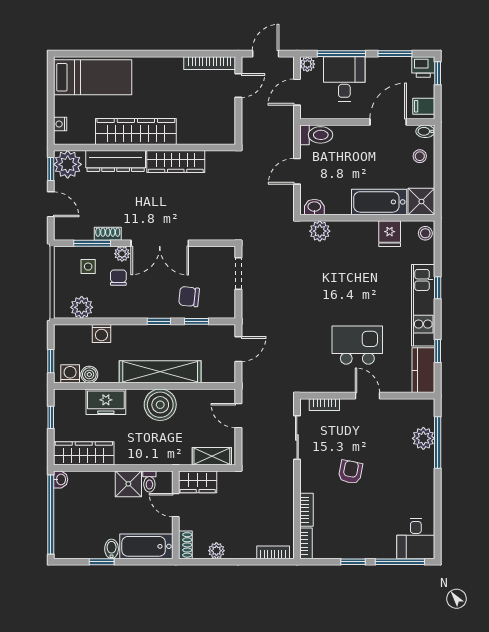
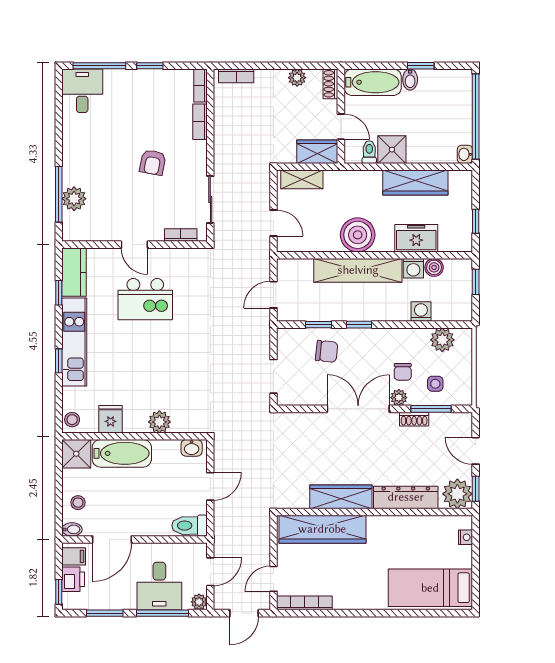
printer: (423, 67) -> (73, 579), moved, turned 90
wardrobe: (136, 131) -> (322, 529), moved
plant: (320, 231) -> (159, 422), moved
washing machine: (70, 374) -> (413, 268), moved
wardrobe: (84, 453) -> (415, 182), moved

